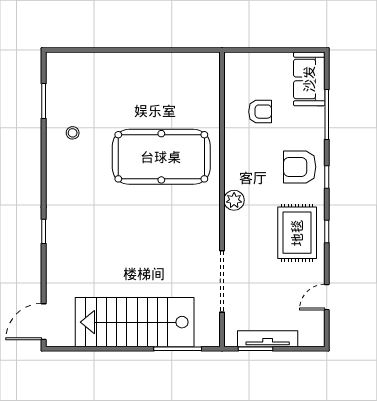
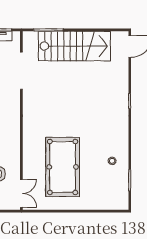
double door: (222, 79) -> (21, 193), added
pool table: (161, 157) -> (63, 167), moved, turned 90
plant: (234, 200) -> (14, 120), removed

